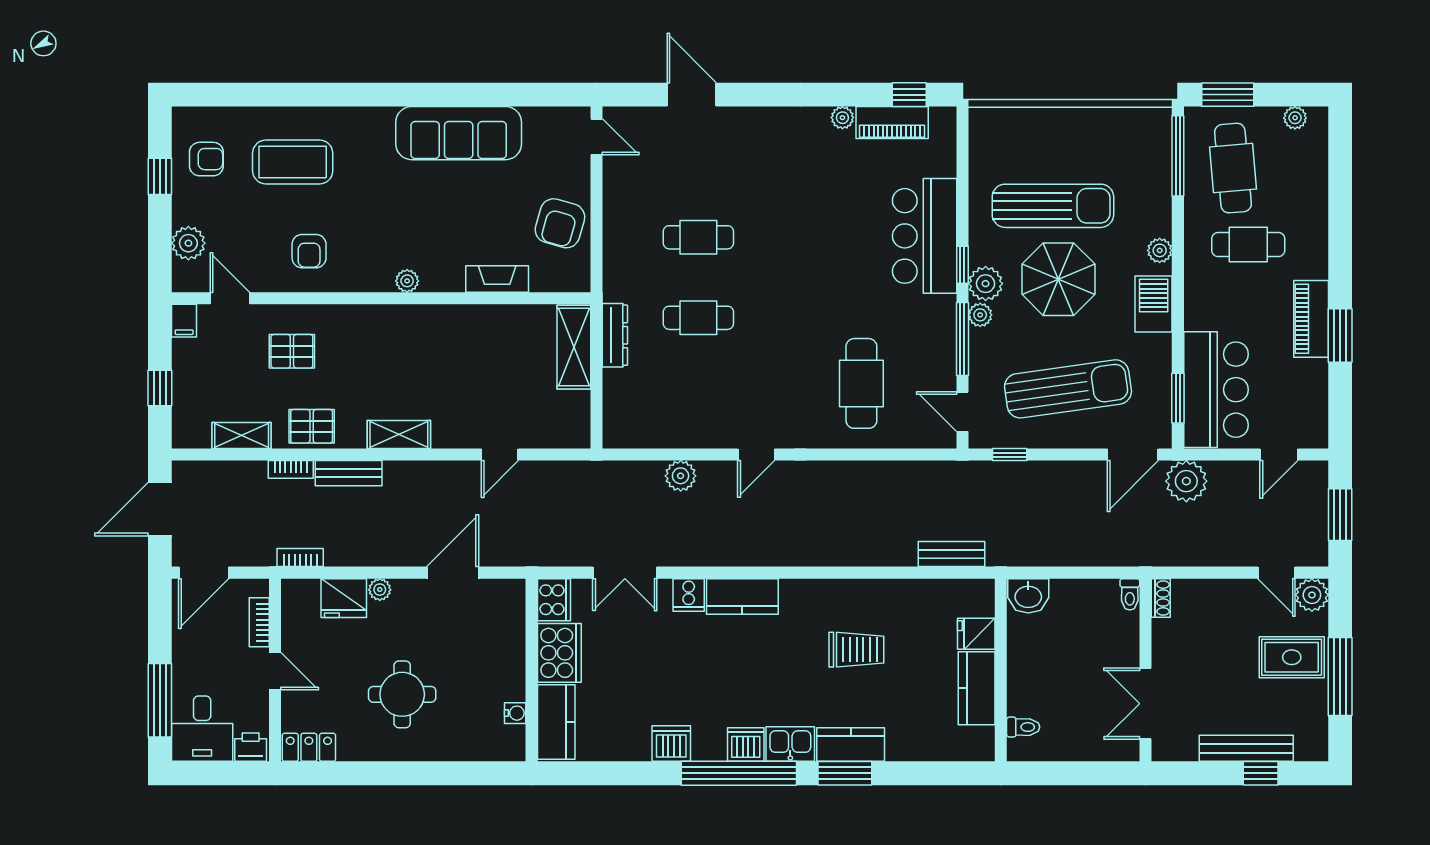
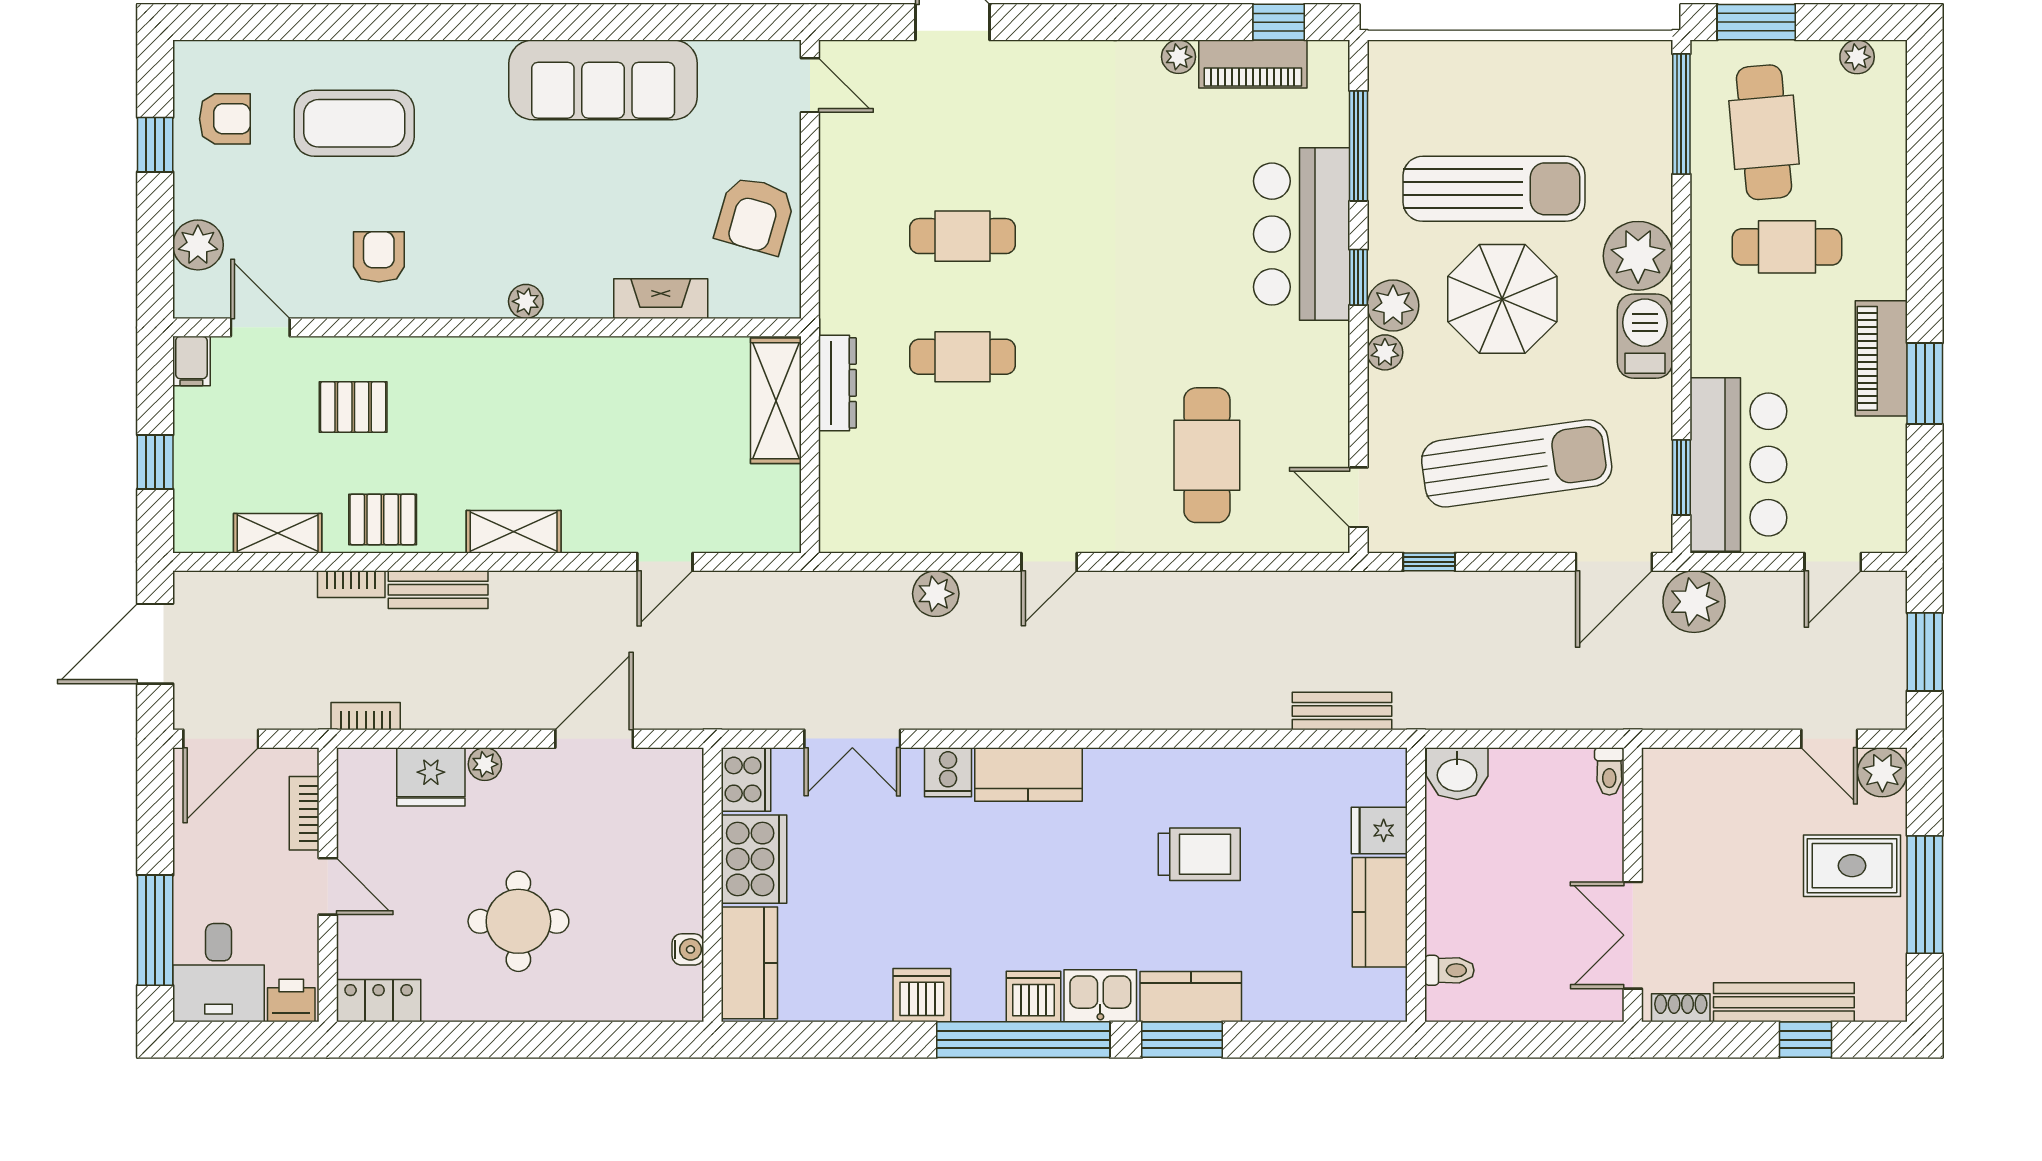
plant: (1160, 250) -> (1638, 256), width x1.87, depth x1.87
armchair: (309, 251) -> (379, 257), turned 180
window: (962, 339) -> (1358, 146), moved
shoe rack: (1161, 598) -> (1681, 1008), moved, turned -90

